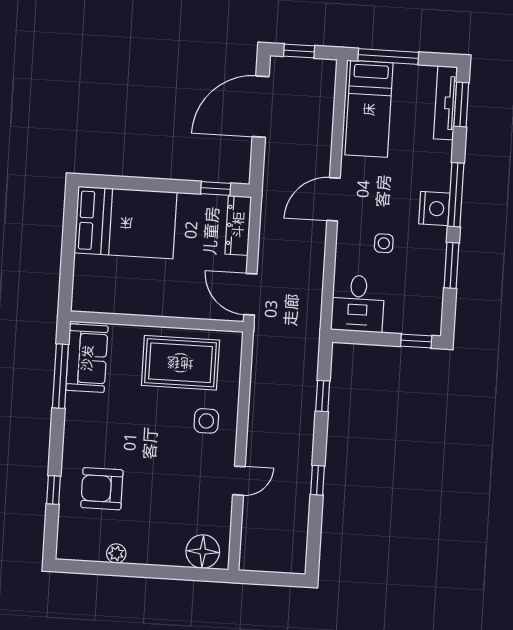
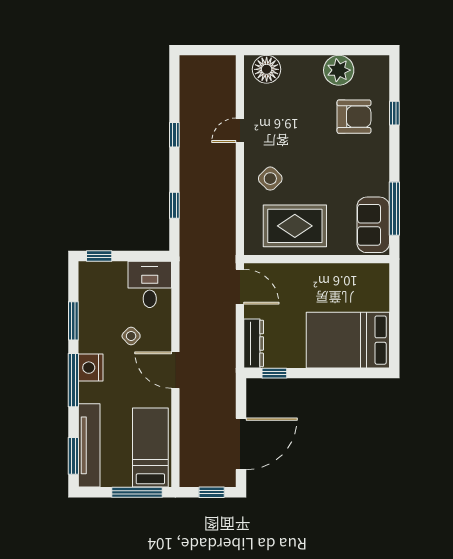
tv unit: (445, 103) -> (89, 445), width x1.36, depth x1.29
door: (333, 199) -> (175, 370), swing flipped
side table: (384, 243) -> (131, 336), turned 45
side table: (206, 421) -> (270, 179), turned 45
plant: (116, 553) -> (339, 70), width x1.88, depth x1.88

